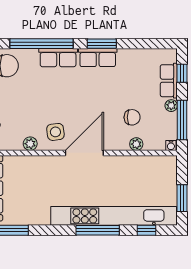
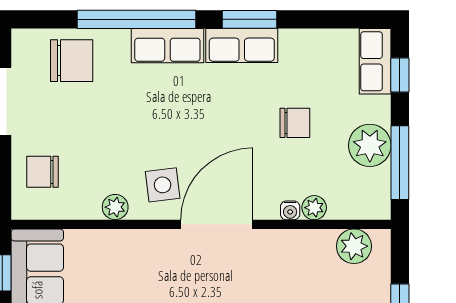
row of seats: (169, 81) -> (375, 61), moved
plant: (171, 106) -> (370, 145), width x1.88, depth x1.88
chair: (132, 117) -> (295, 123), moved
water cooler: (171, 145) -> (290, 210), moved
plant: (158, 165) -> (354, 246), added

